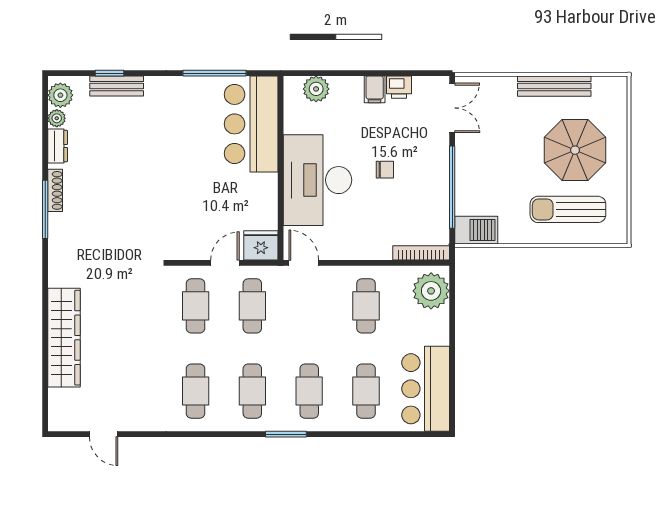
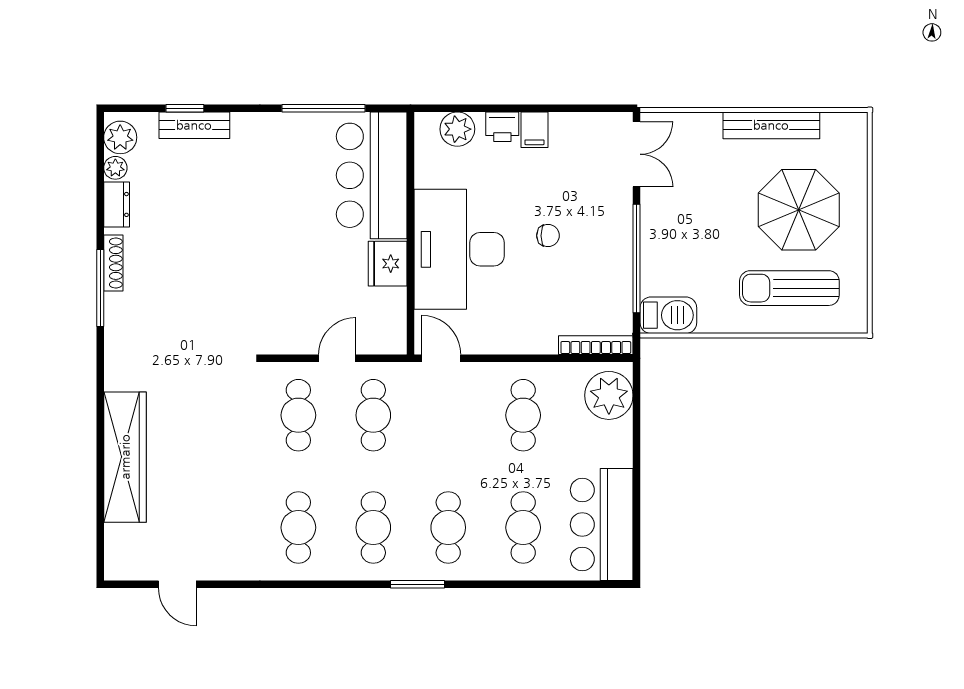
printer: (399, 87) -> (502, 127), moved
fridge: (261, 245) -> (388, 264), moved, turned -90

